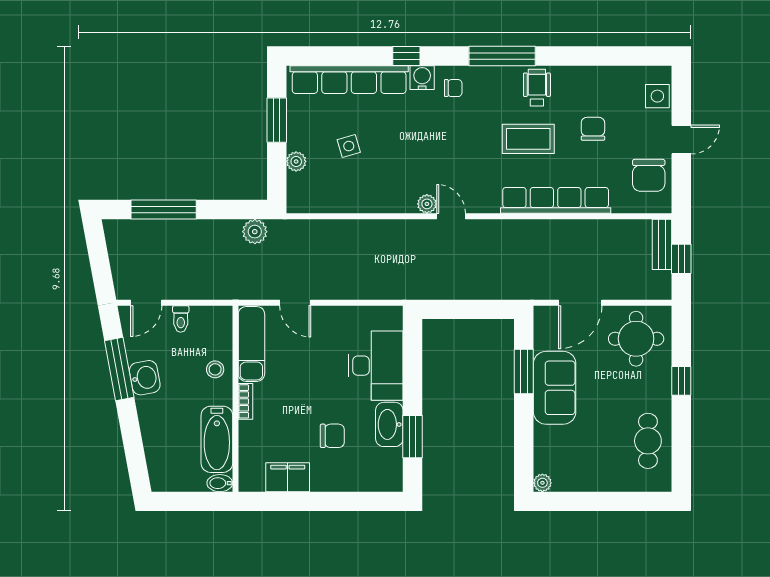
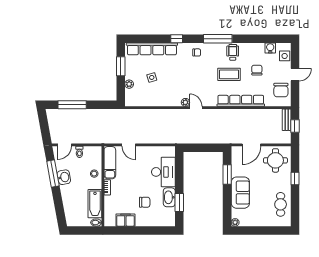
water cooler: (422, 78) -> (270, 48), moved
plant: (255, 232) -> (111, 114), removed
sofa: (555, 388) -> (240, 193), moved

